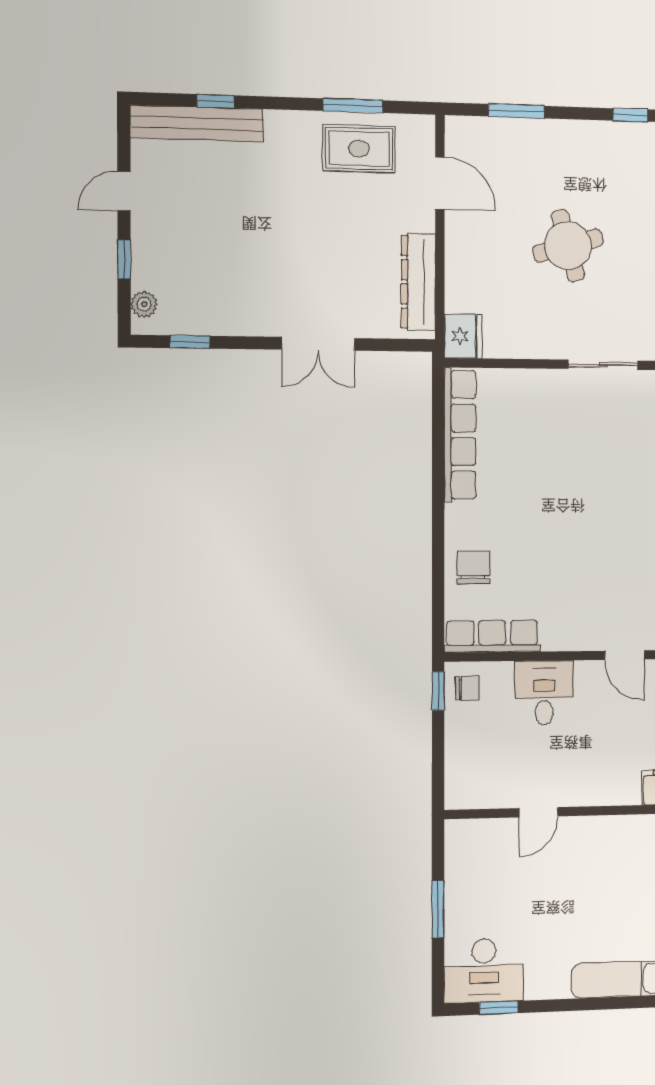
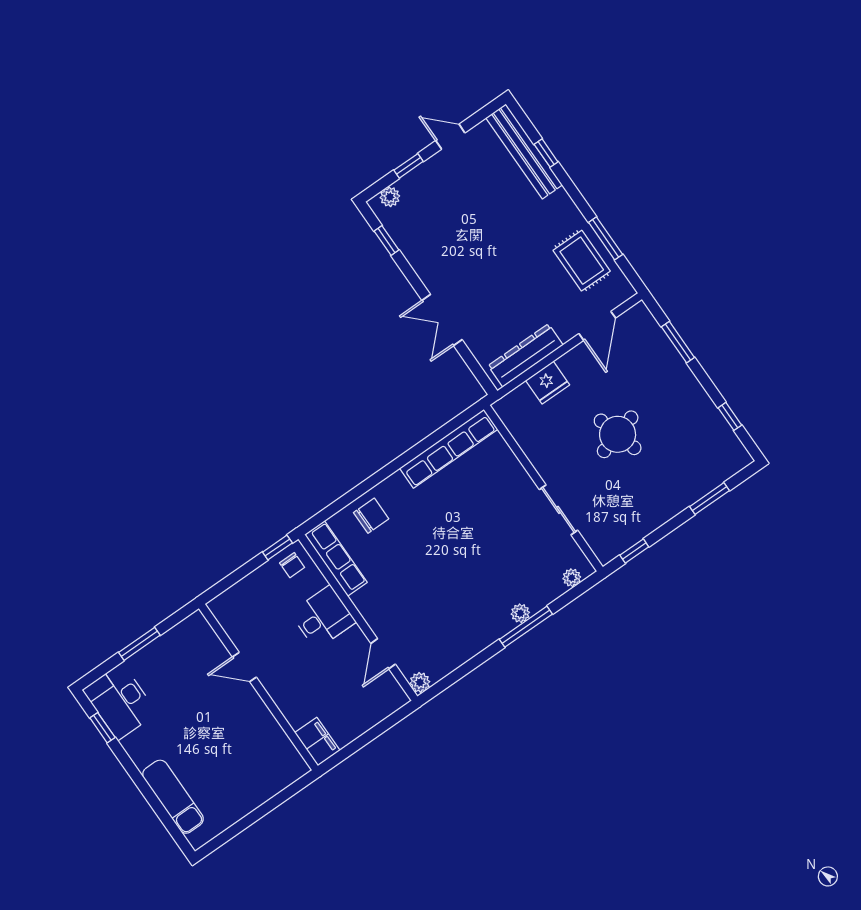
fridge: (463, 336) -> (548, 383), moved

